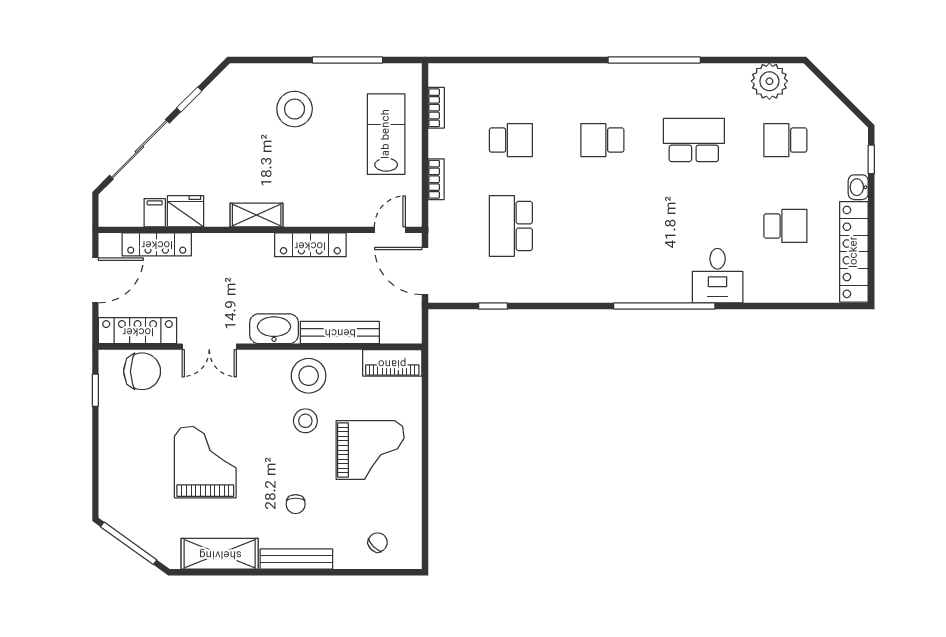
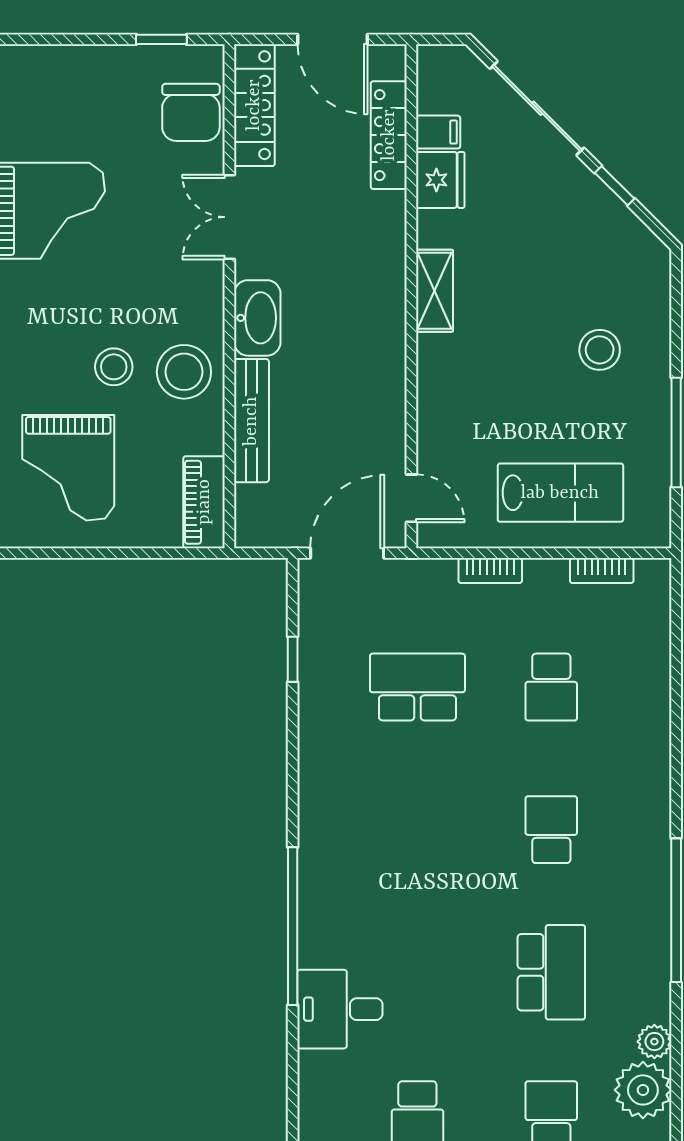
plant: (738, 74) -> (654, 1042), added
stool: (295, 109) -> (600, 350), width x0.73, depth x0.73
locker: (310, 245) -> (388, 375), removed

